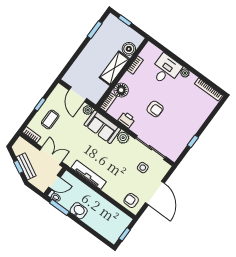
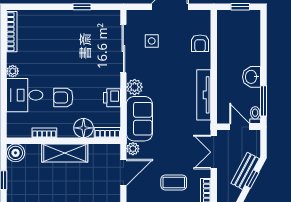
boiler: (129, 49) -> (16, 153), moved
armchair: (155, 109) -> (63, 98), moved, turned -90
armchair: (131, 200) -> (200, 43), moved

